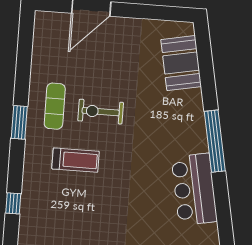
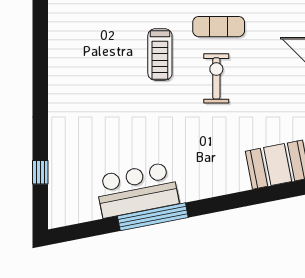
window: (215, 141) -> (153, 217), moved

